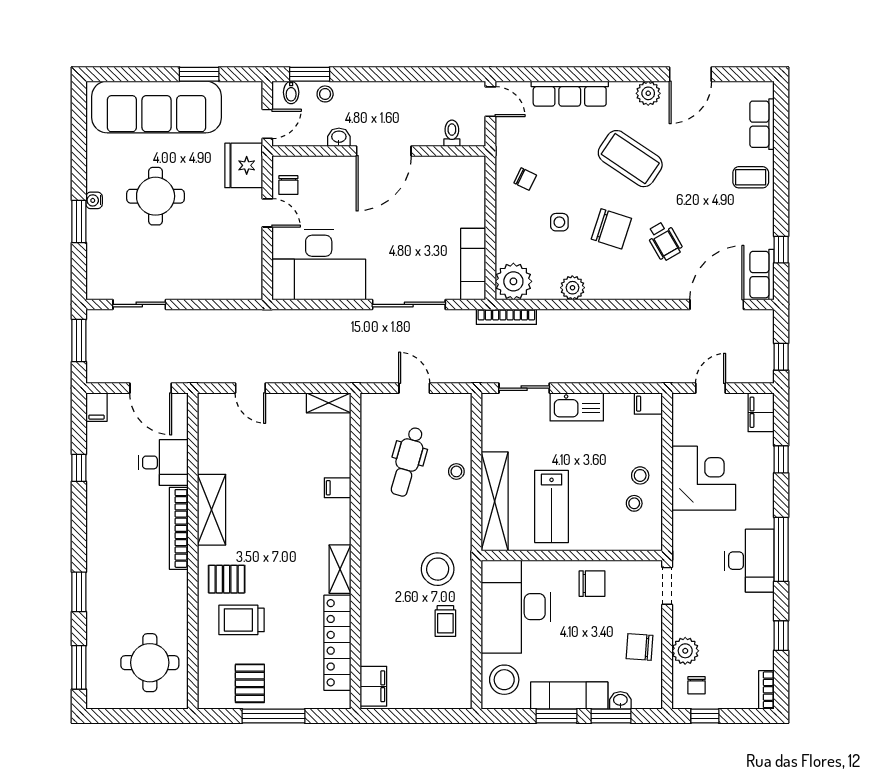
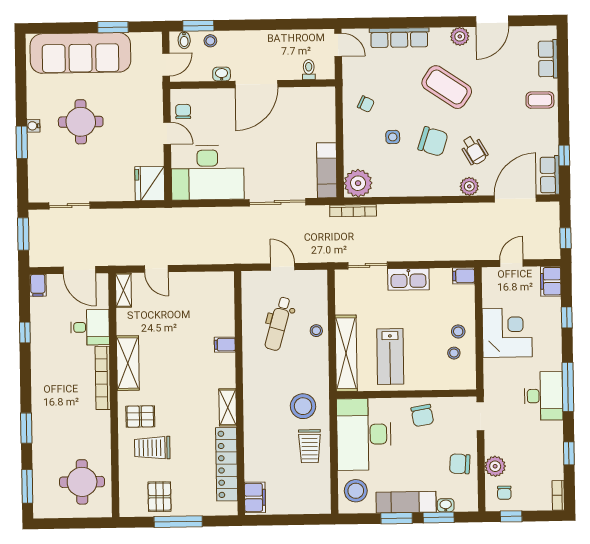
fridge: (244, 165) -> (150, 183), moved
chair: (288, 185) -> (183, 112), turned 180
plant: (572, 288) -> (469, 186), moved
shelving: (329, 403) -> (123, 290), moved, turned 90
chair: (592, 584) -> (422, 416), turned 80
trolley: (445, 621) -> (310, 446), width x1.36, depth x1.39

